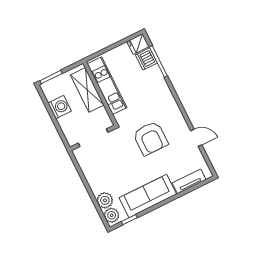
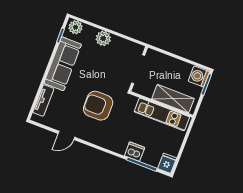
dishwasher: (146, 59) -> (135, 152), moved
washing machine: (60, 107) -> (199, 76), moved, turned 90
plant: (105, 200) -> (103, 38), moved

